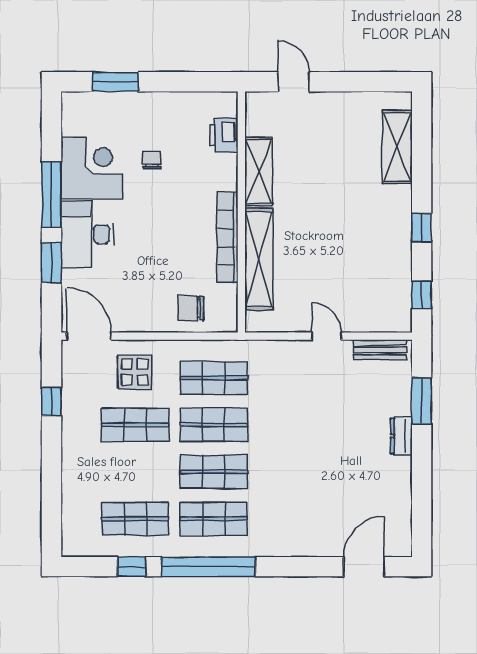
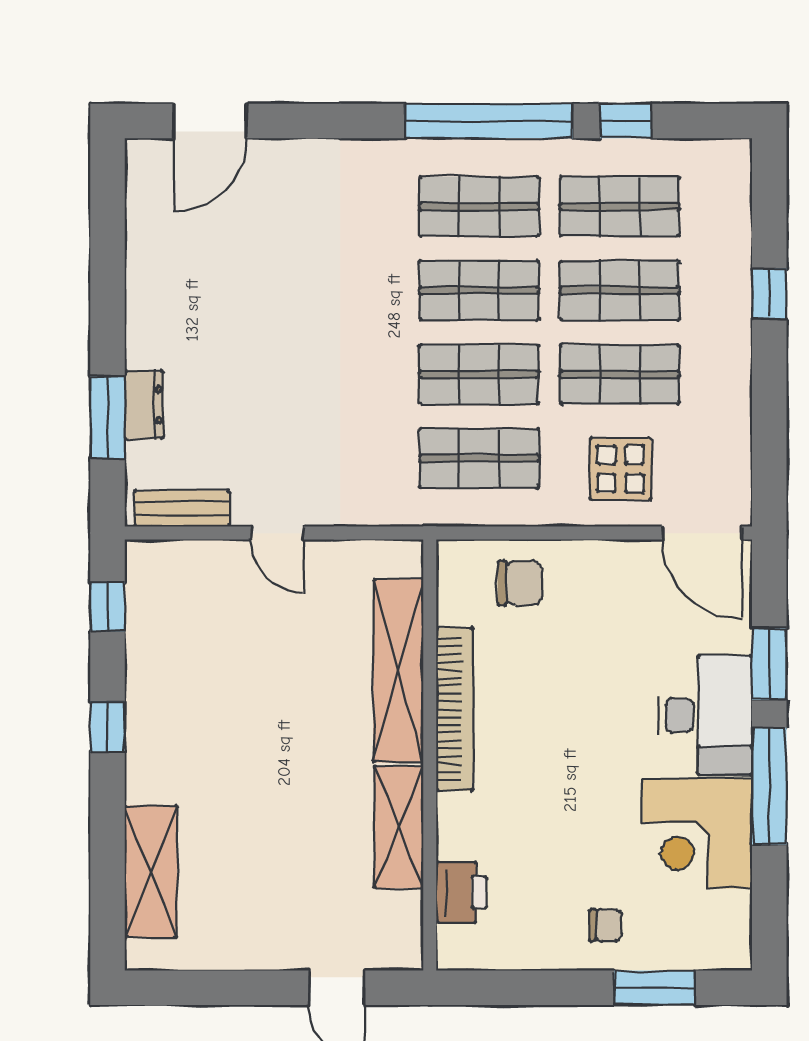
chair: (152, 160) -> (605, 925), moved, turned -90
window: (51, 402) -> (769, 294), moved
dresser: (401, 436) -> (144, 405), moved
shop shelf: (135, 472) -> (620, 290), added

